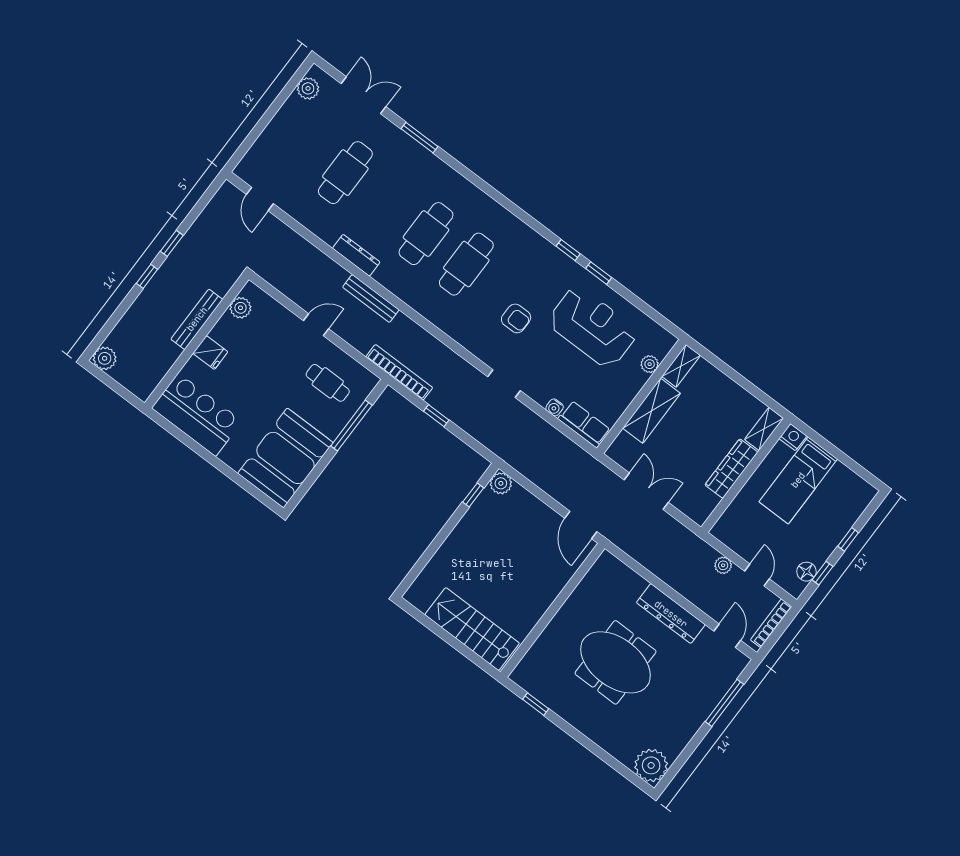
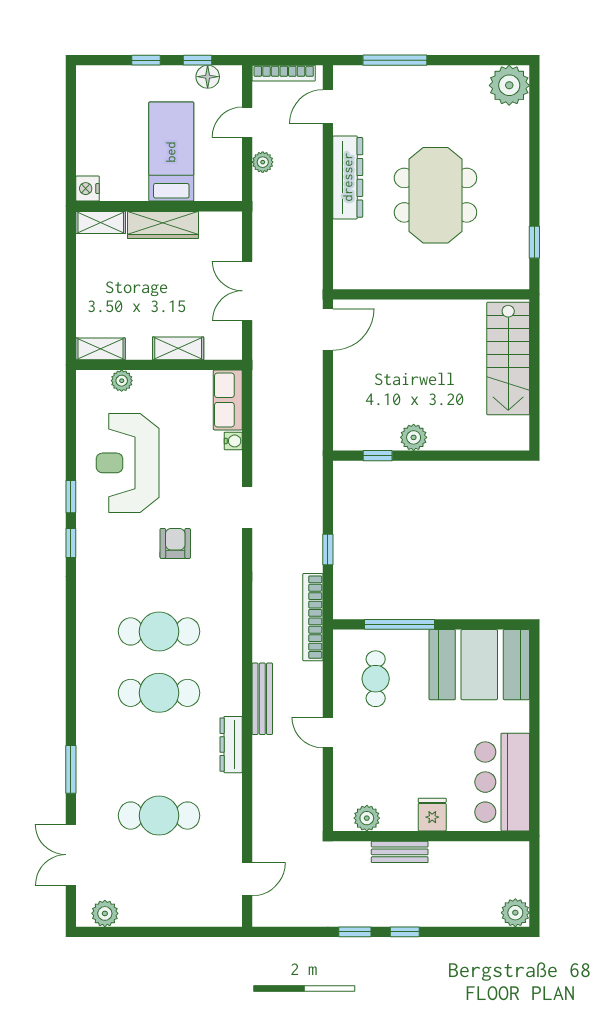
bench: (197, 319) -> (400, 852), width x0.73
shelving: (652, 411) -> (178, 348), width x0.67, depth x0.75
bed: (798, 480) -> (171, 152), moved, turned -90
plant: (501, 483) -> (414, 437), moved

